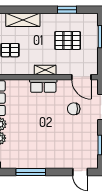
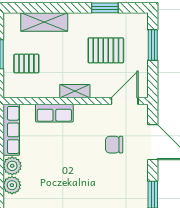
door: (81, 77) -> (125, 101), swing flipped
row of seats: (43, 86) -> (54, 113), moved

